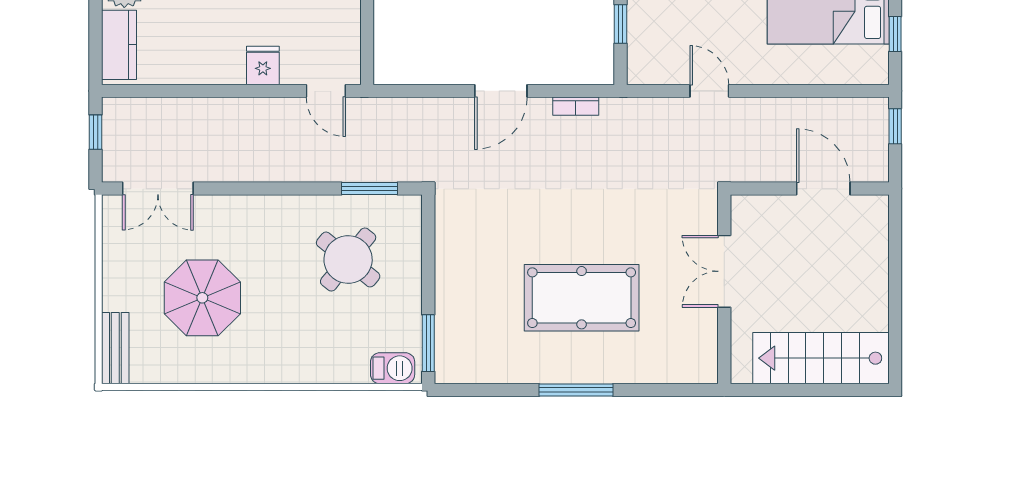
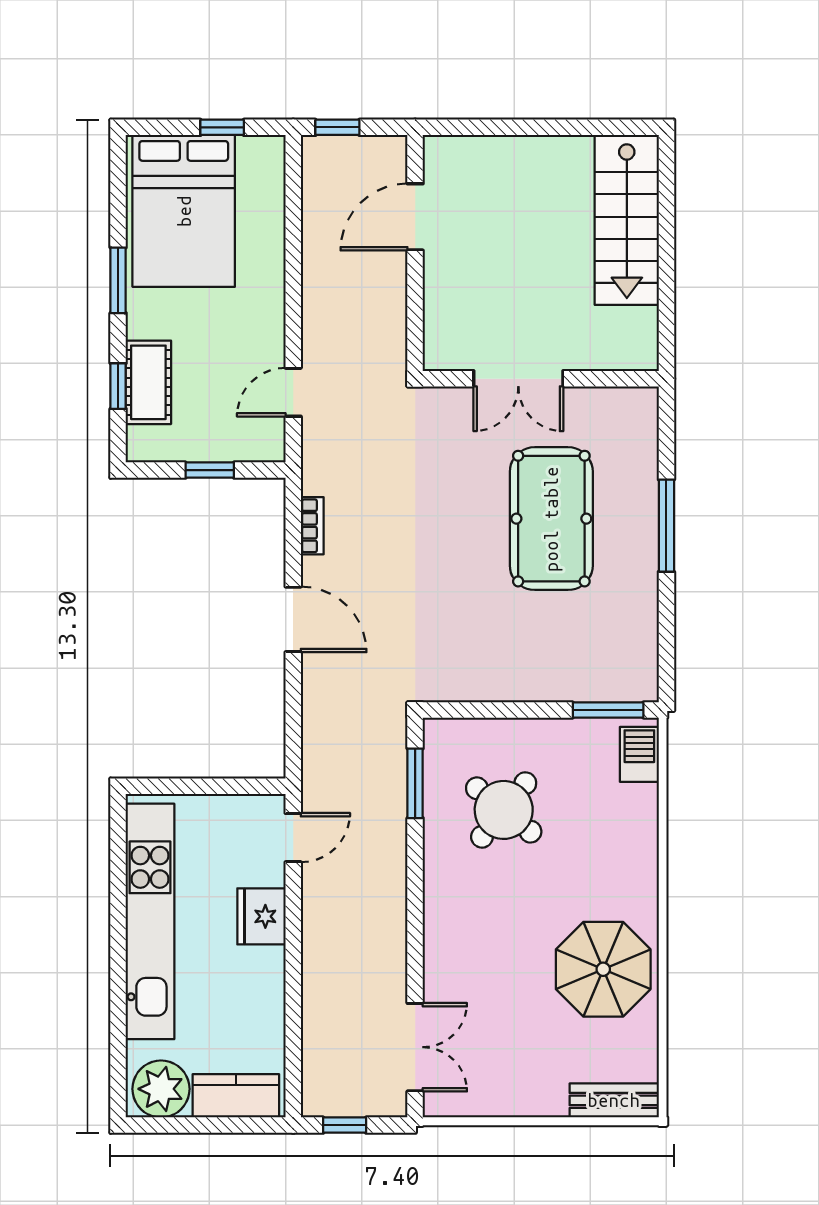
fridge: (263, 65) -> (261, 916), width x1.38
door: (709, 91) -> (293, 392), moved
double door: (724, 271) -> (518, 379), moved
wall: (724, 289) -> (541, 379), moved
parasol: (202, 298) -> (603, 969), moved

